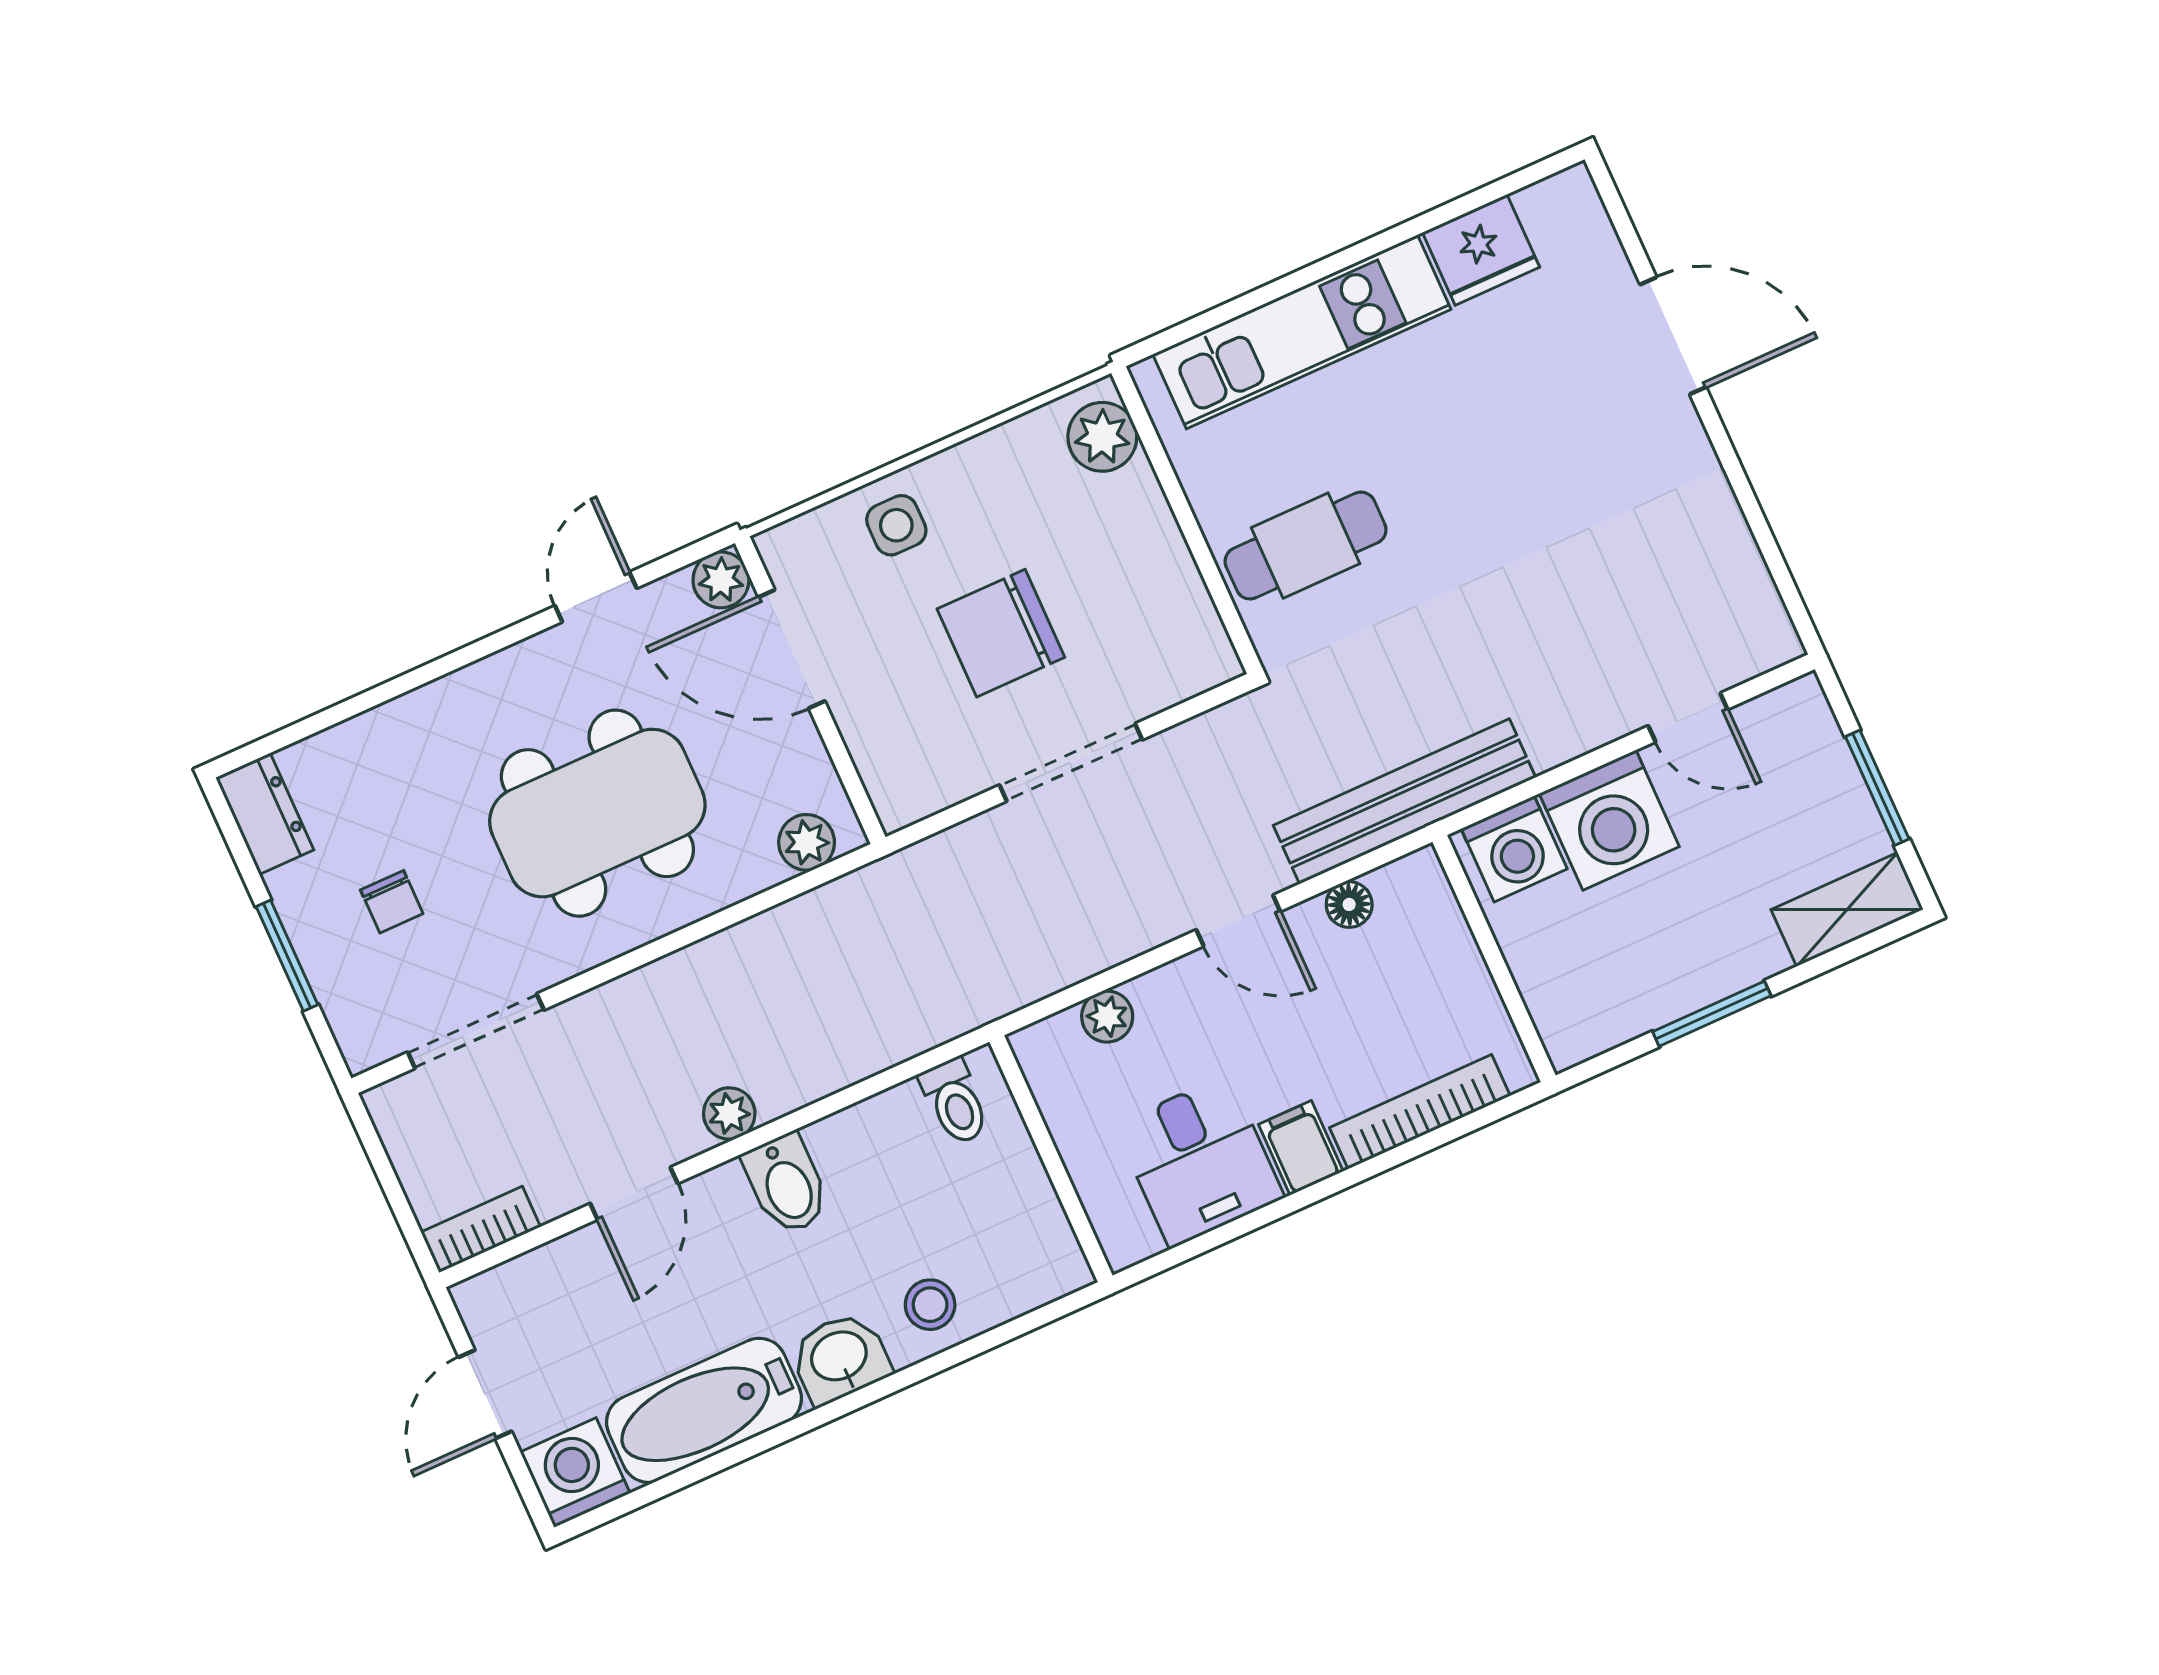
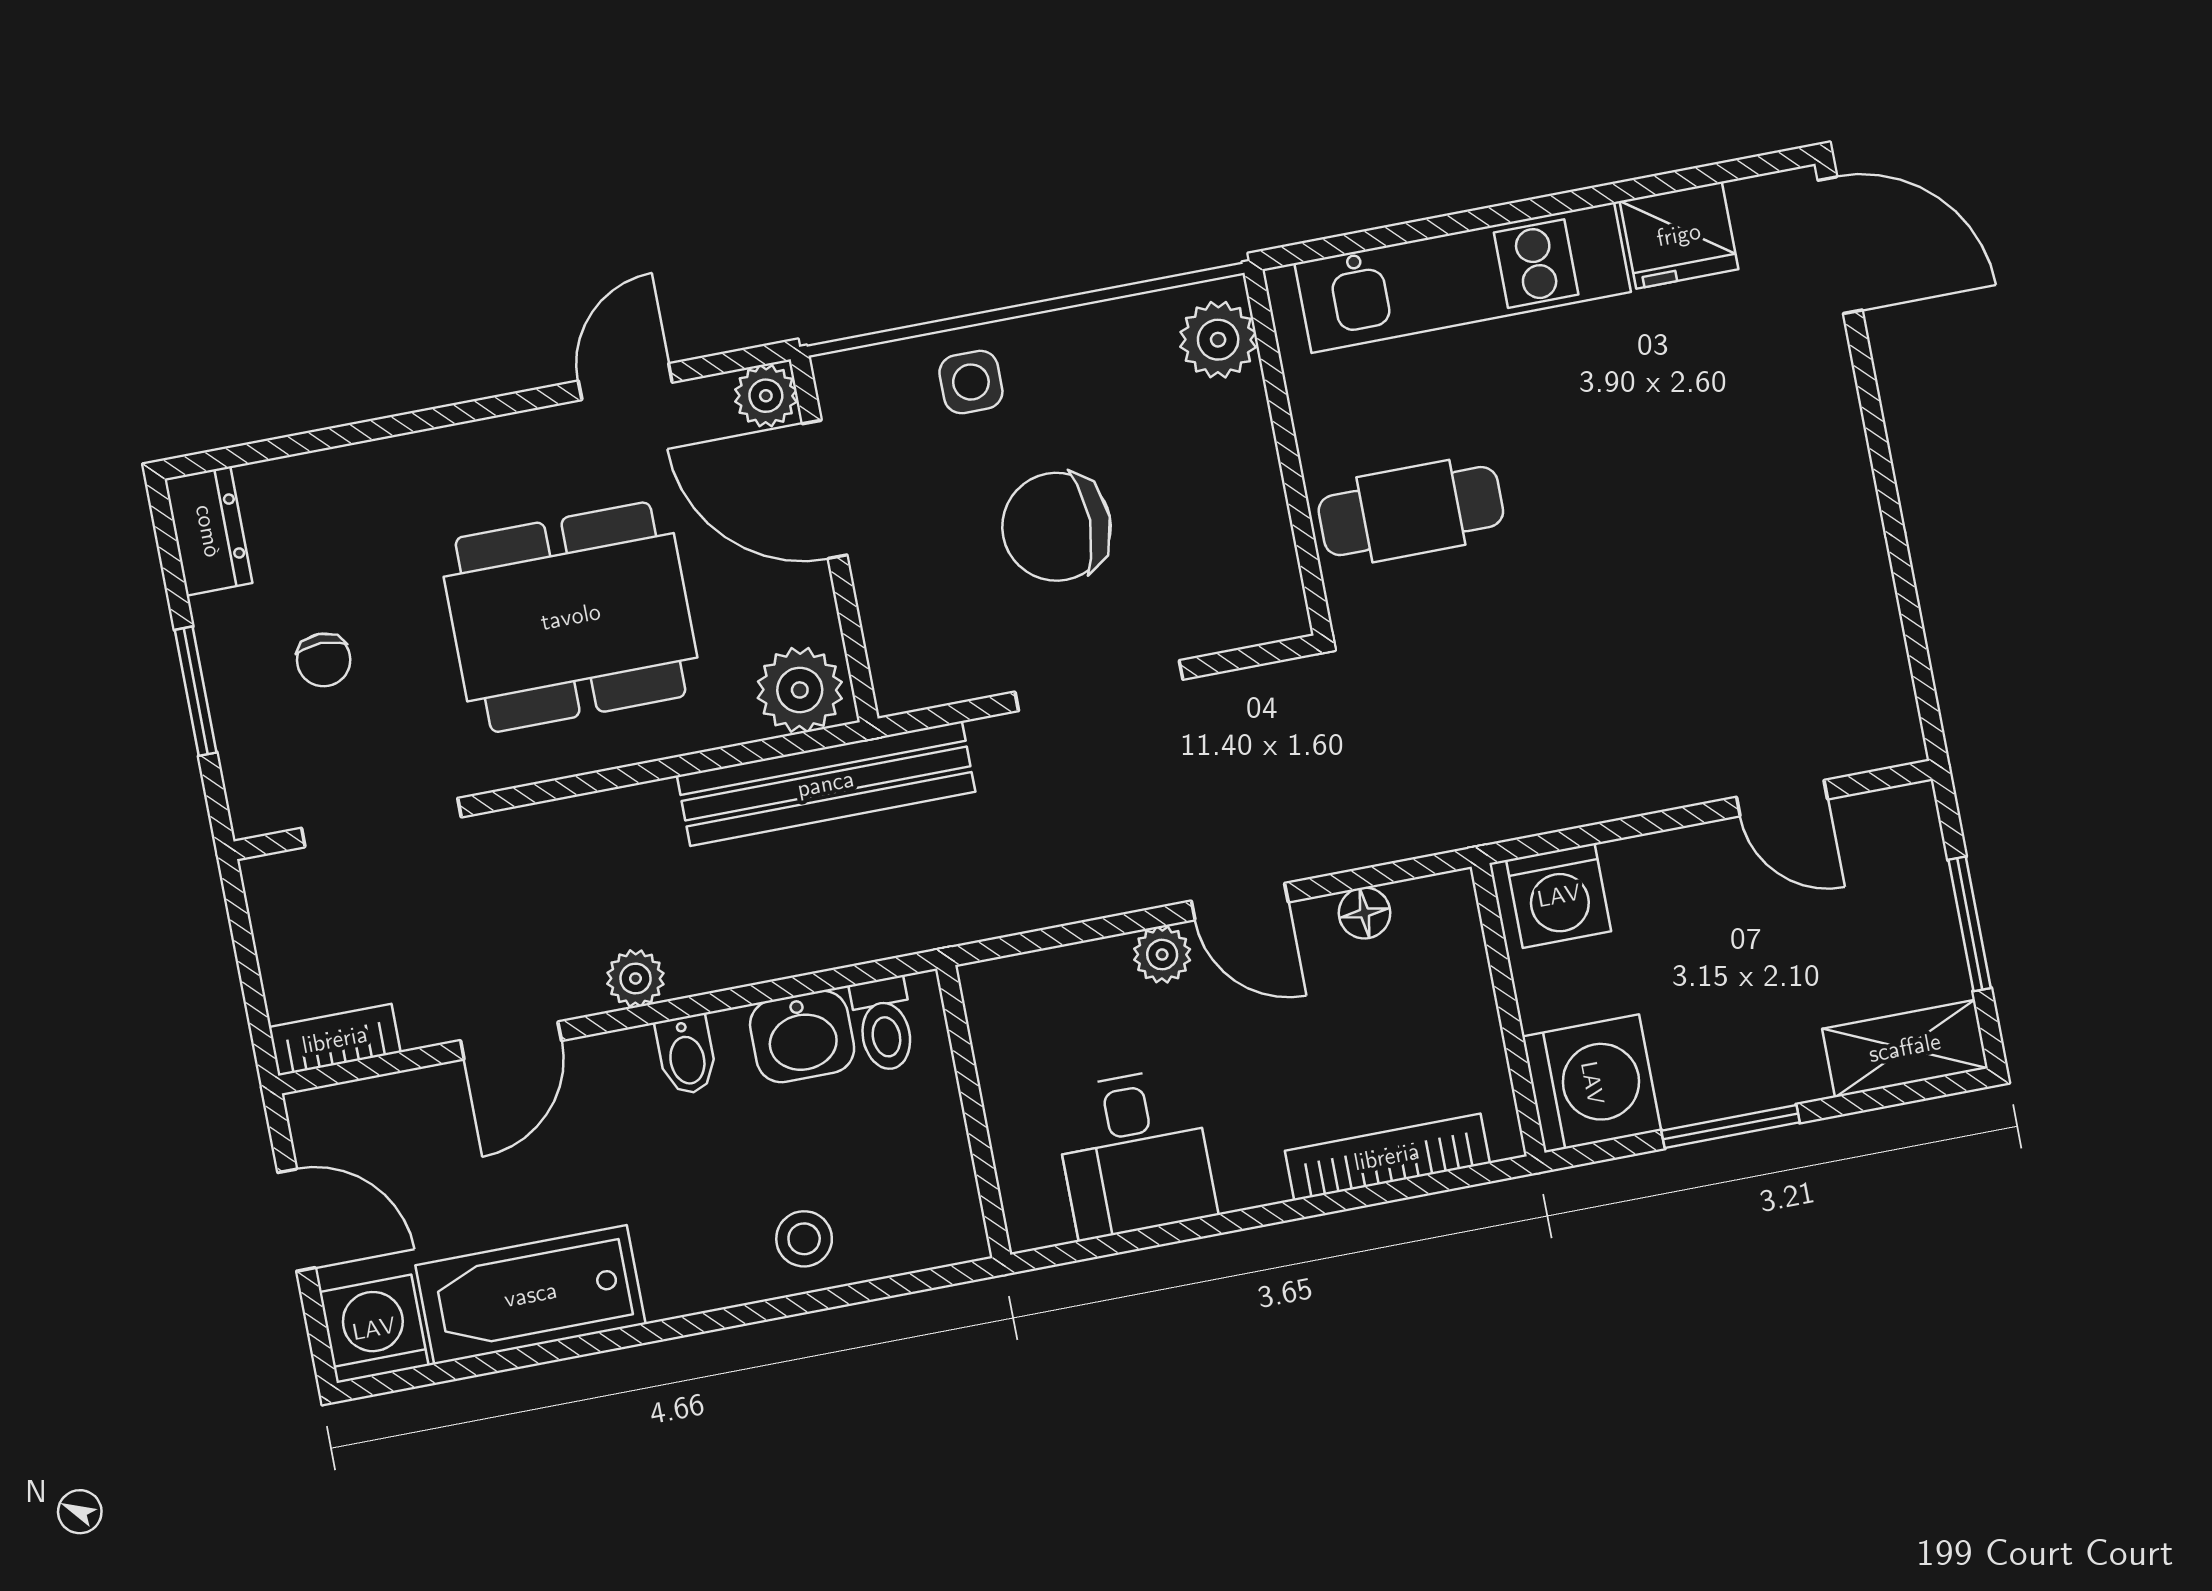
door: (1673, 336) -> (1840, 245), moved
bench: (1404, 801) -> (826, 784), moved
washing machine: (1609, 820) -> (1592, 1083), moved, turned -90
plant: (807, 842) -> (800, 690), width x1.38, depth x1.38
plant: (1107, 1017) -> (1162, 955), moved
filing cabinet: (1301, 1148) -> (1248, 1165), removed
bidet: (786, 1184) -> (686, 1055), width x0.72, depth x0.74
washbasin: (840, 1358) -> (802, 1036), moved, turned 180
door: (485, 1394) -> (297, 1220), swing flipped

